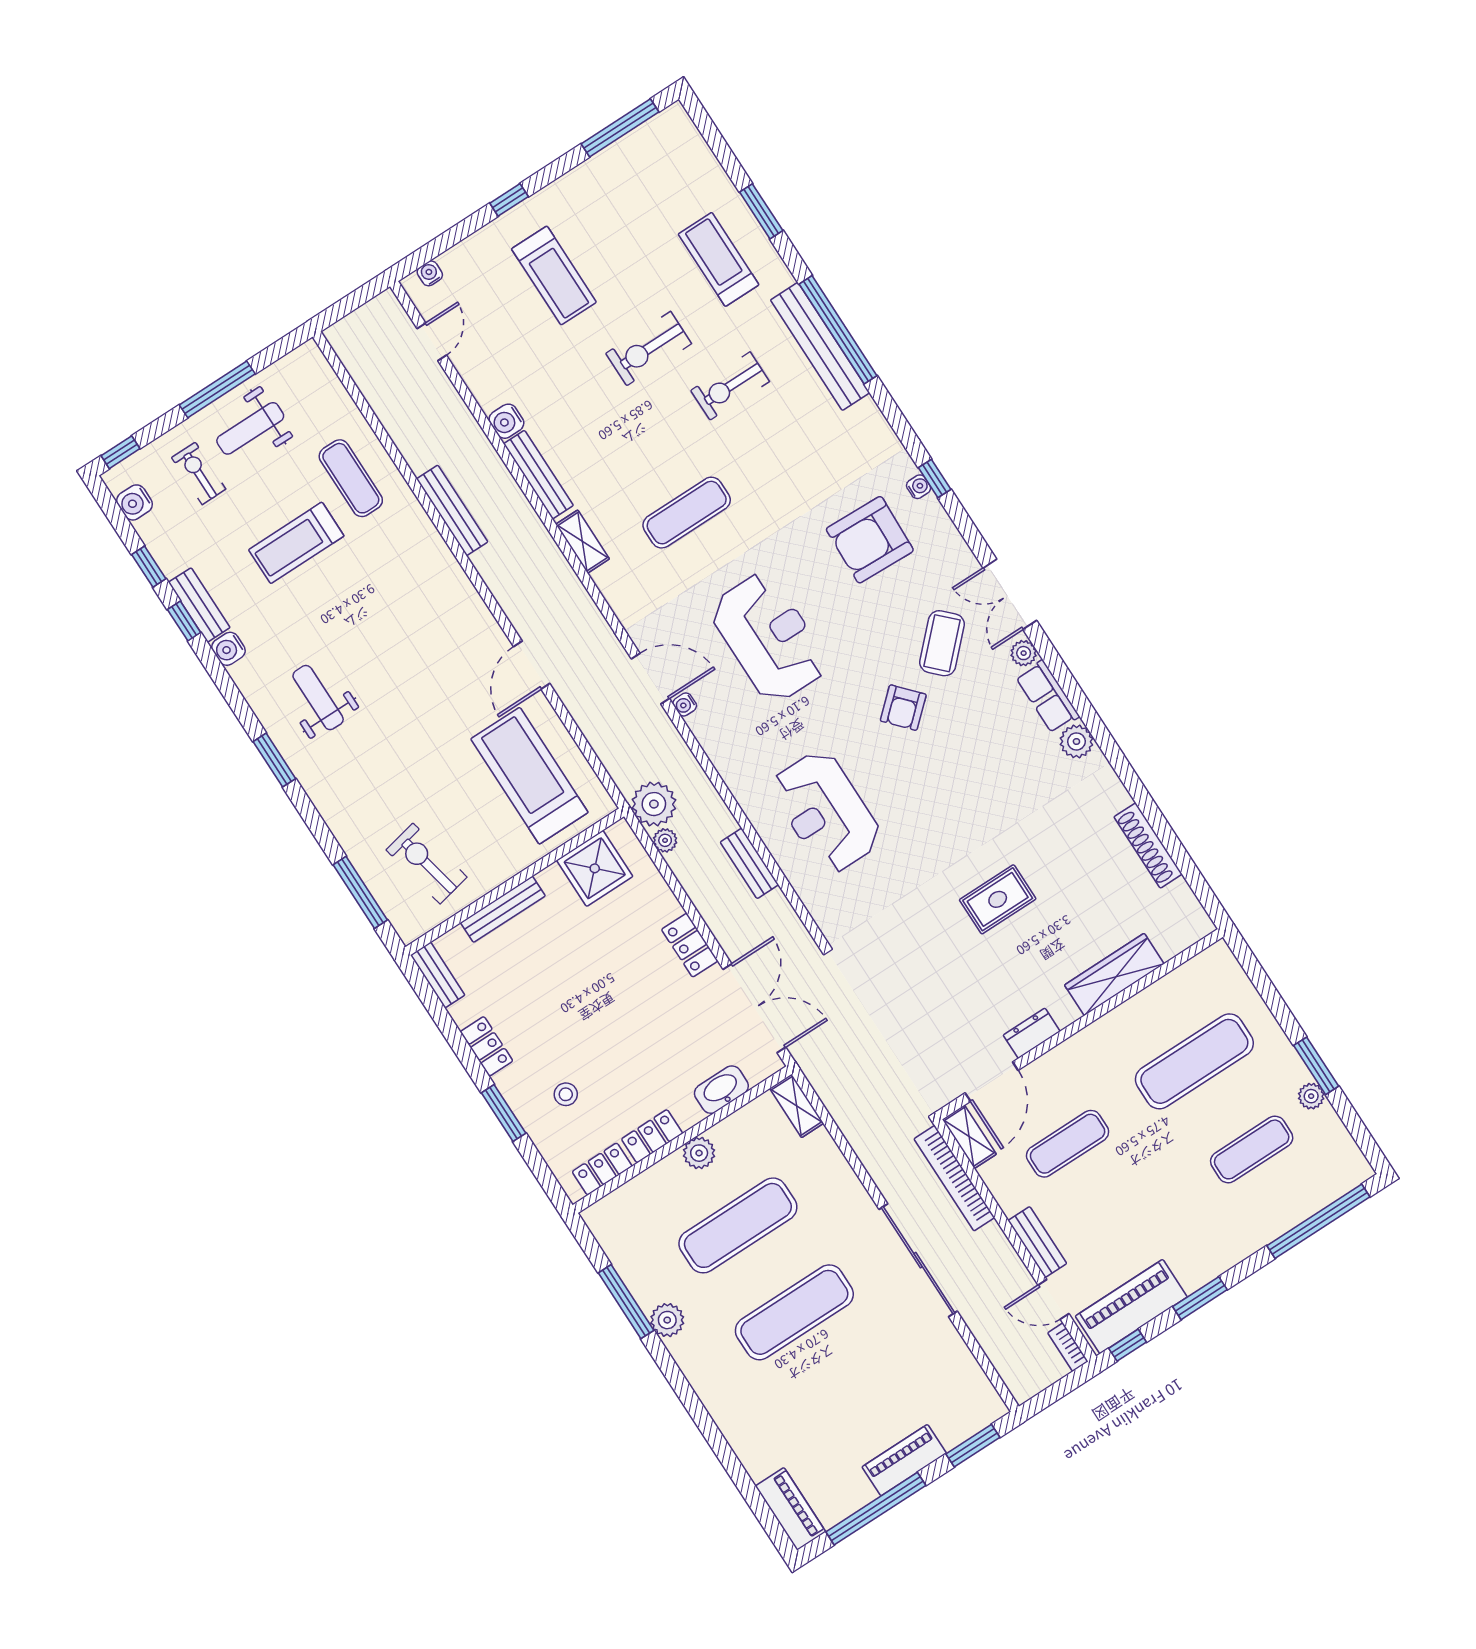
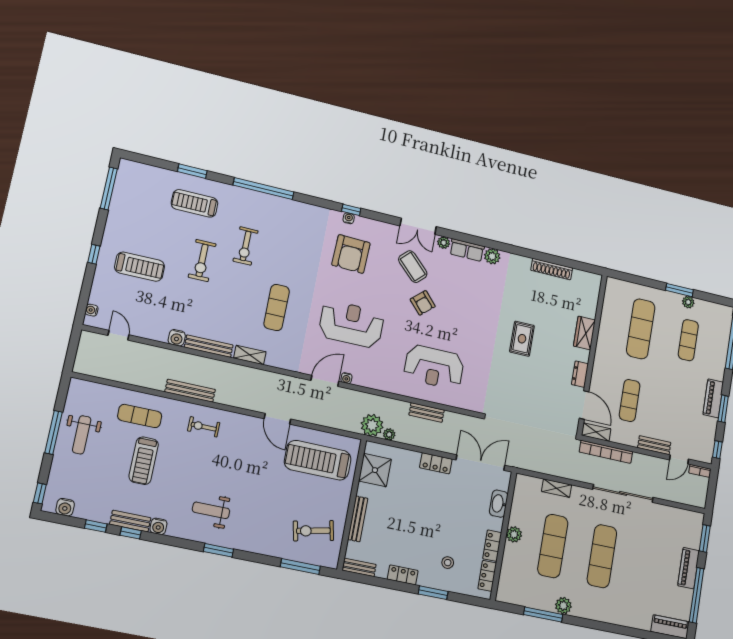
bench: (820, 346) -> (263, 201), removed
exercise bike: (199, 473) -> (204, 427), moved
wardrobe: (1114, 974) -> (584, 333), width x0.67
shelving: (797, 1106) -> (557, 488), moved
piano: (1131, 1307) -> (713, 398), moved, width x0.73, depth x0.75

